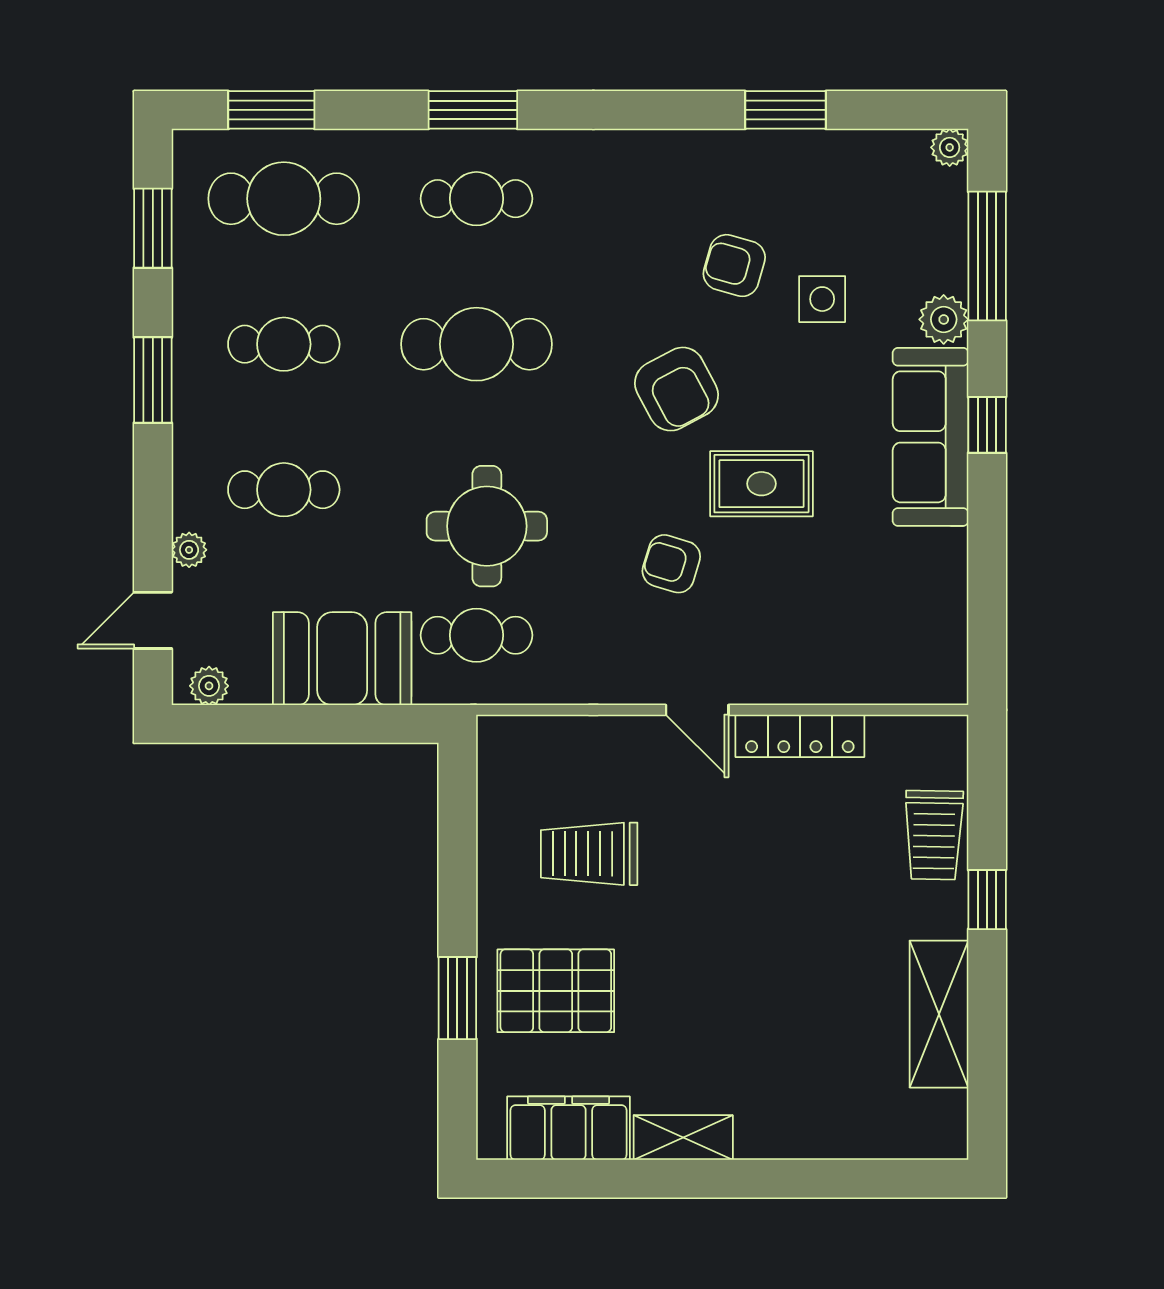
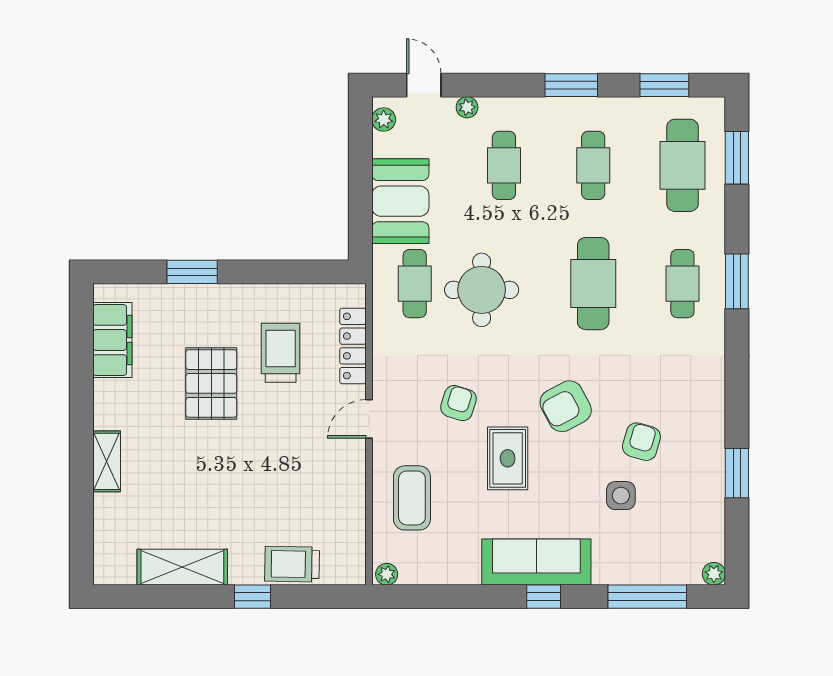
plant: (944, 319) -> (387, 574), moved, width x0.73, depth x0.73
coffee table: (826, 640) -> (412, 498), added
locker: (800, 736) -> (353, 346), moved
pallet: (556, 991) -> (211, 383), moved
shelving: (683, 1137) -> (107, 461), moved

